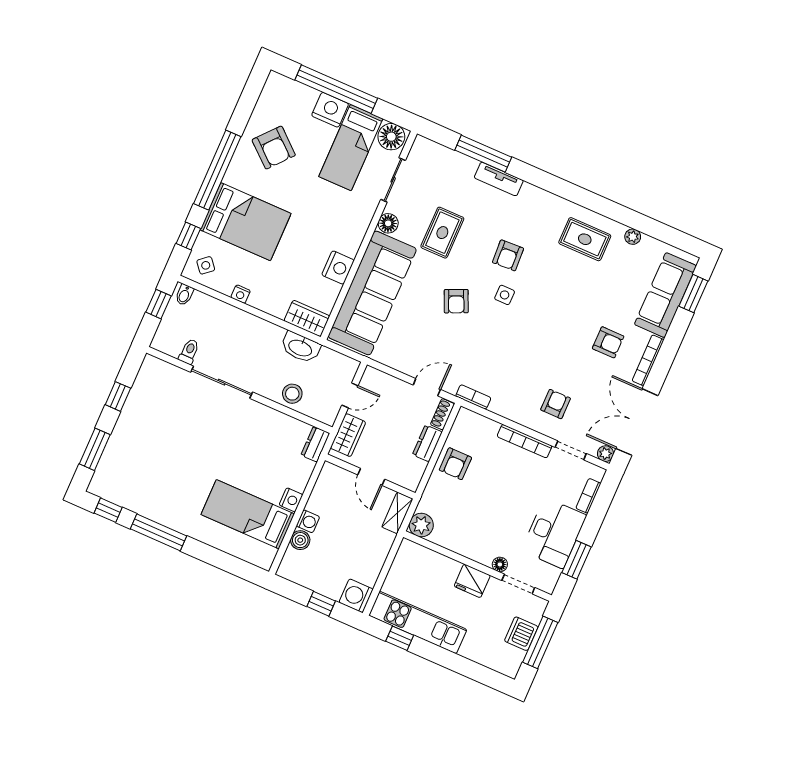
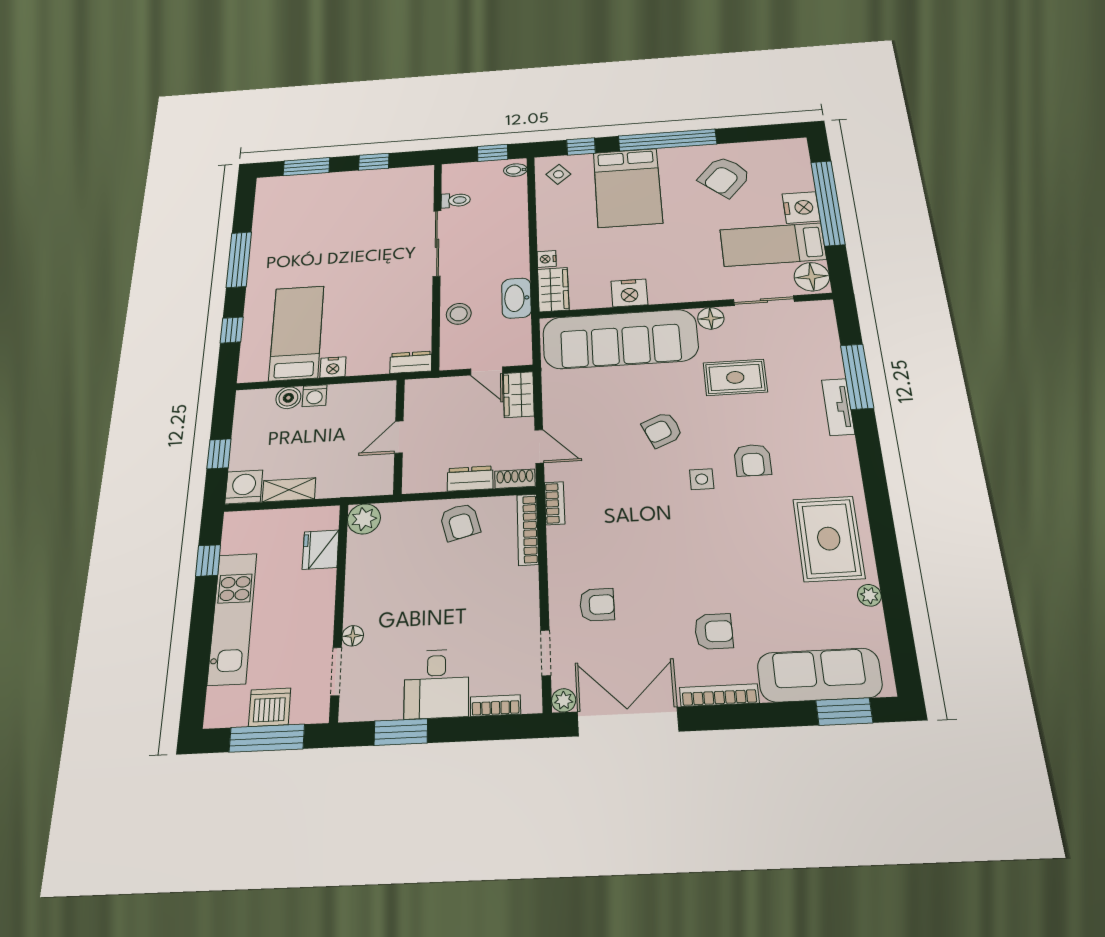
rug: (585, 239) -> (829, 539), width x1.36, depth x1.43
armchair: (508, 255) -> (753, 460), turned -87
nightstand: (241, 294) -> (547, 259), moved
armchair: (608, 342) -> (714, 631), turned -90
wardrobe: (348, 435) -> (519, 395), moved, turned 90
bookcase: (525, 441) -> (528, 529), moved
armchair: (455, 464) -> (460, 522), turned -105
window: (108, 510) -> (232, 330), moved
shelving: (397, 513) -> (289, 490), moved
desk: (554, 533) -> (436, 684), width x0.73
fridge: (472, 581) -> (321, 550), moved
kitchen unit: (418, 622) -> (232, 618), moved

